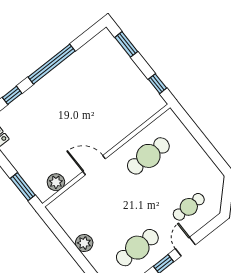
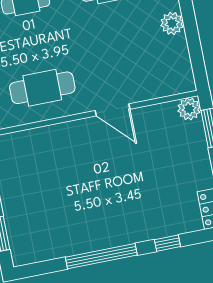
plant: (56, 182) -> (189, 109), moved

